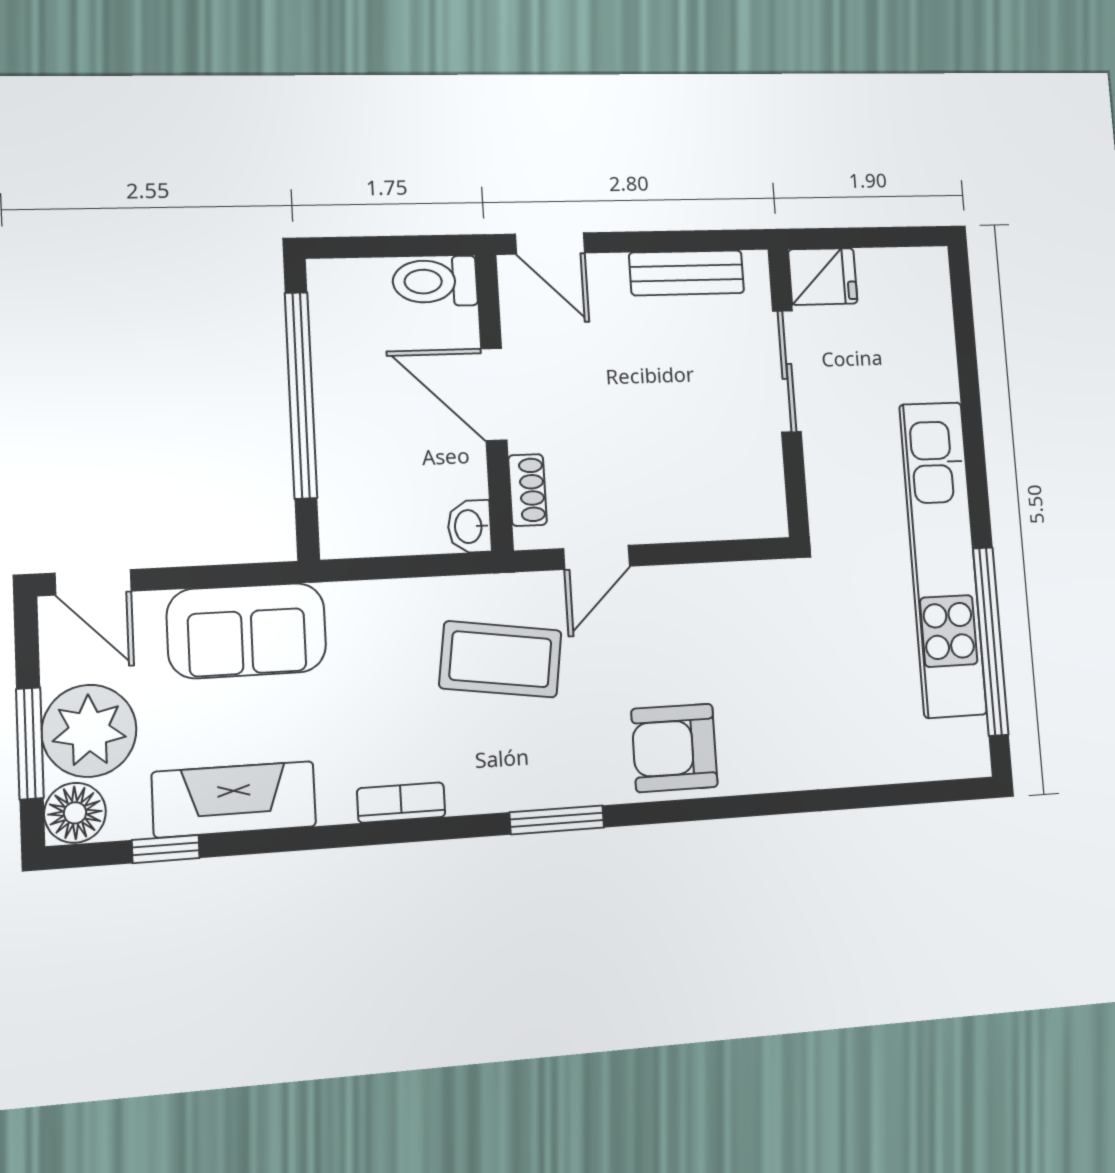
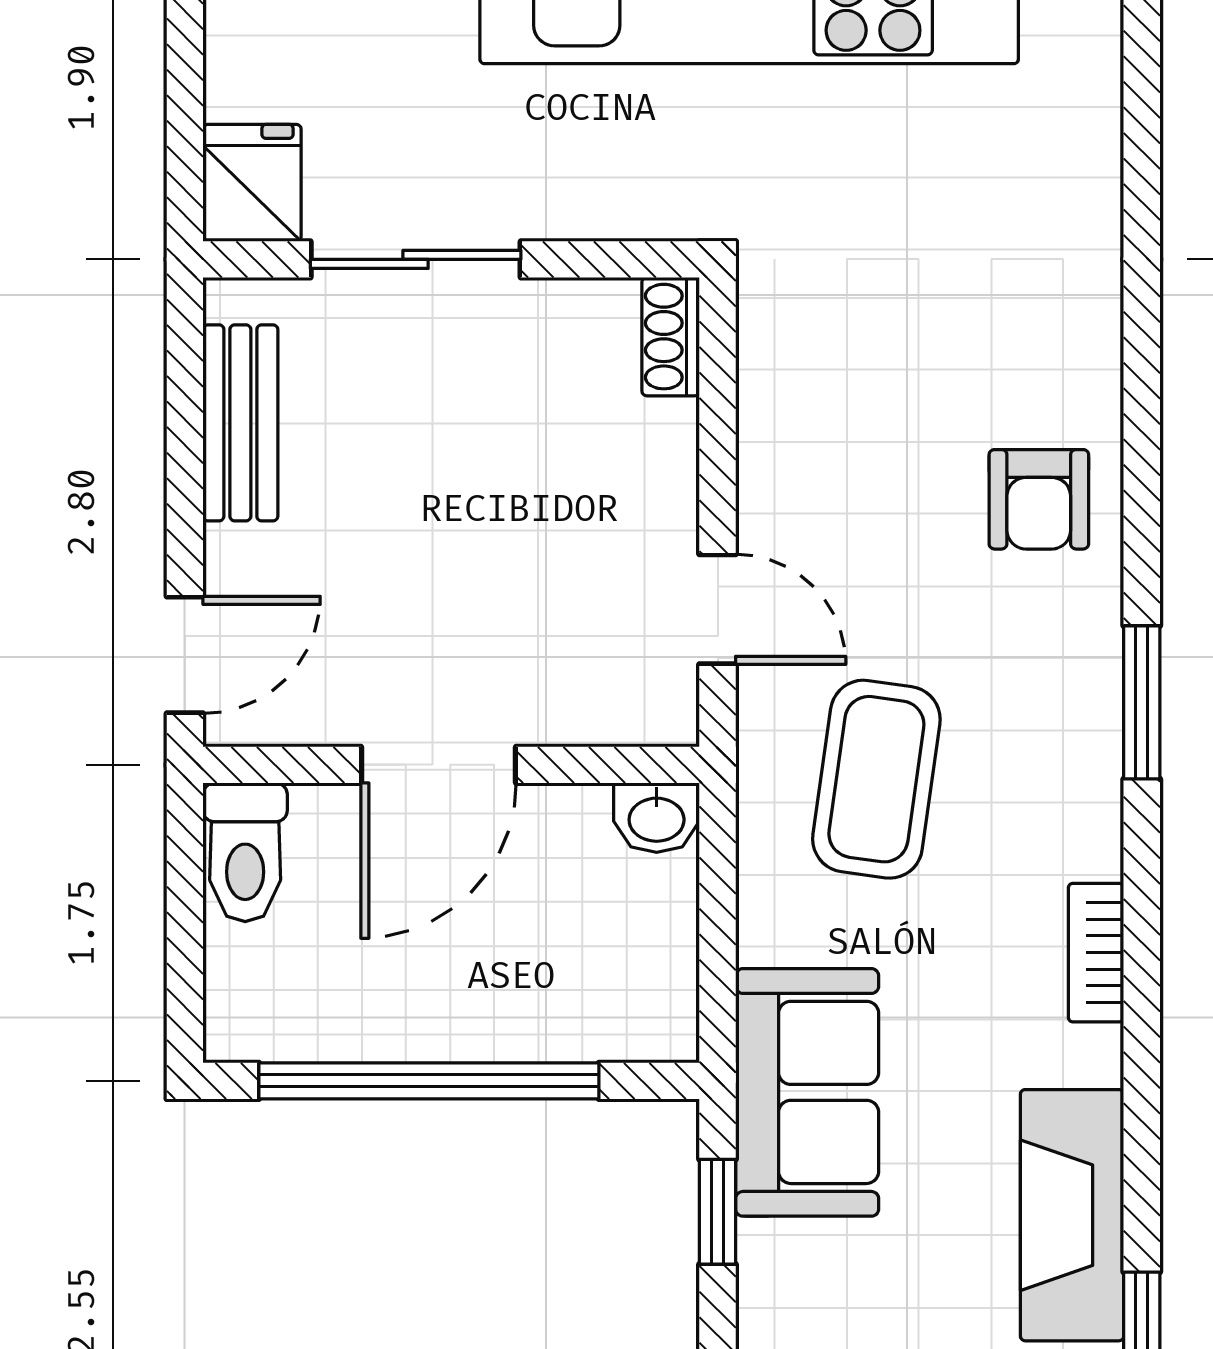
shoe rack: (527, 490) -> (671, 337), moved, turned -90
window: (227, 576) -> (718, 1212), added
sofa: (247, 631) -> (807, 1092), moved
armchair: (674, 748) -> (1039, 499), width x0.72, depth x0.72

